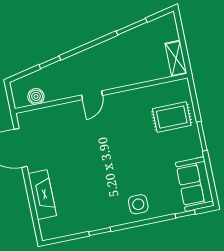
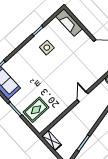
fireplace: (42, 195) -> (69, 22), moved
side table: (138, 204) -> (47, 48), moved

